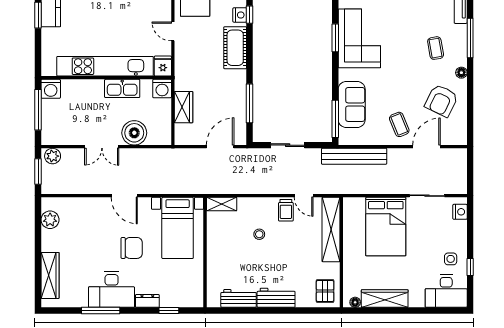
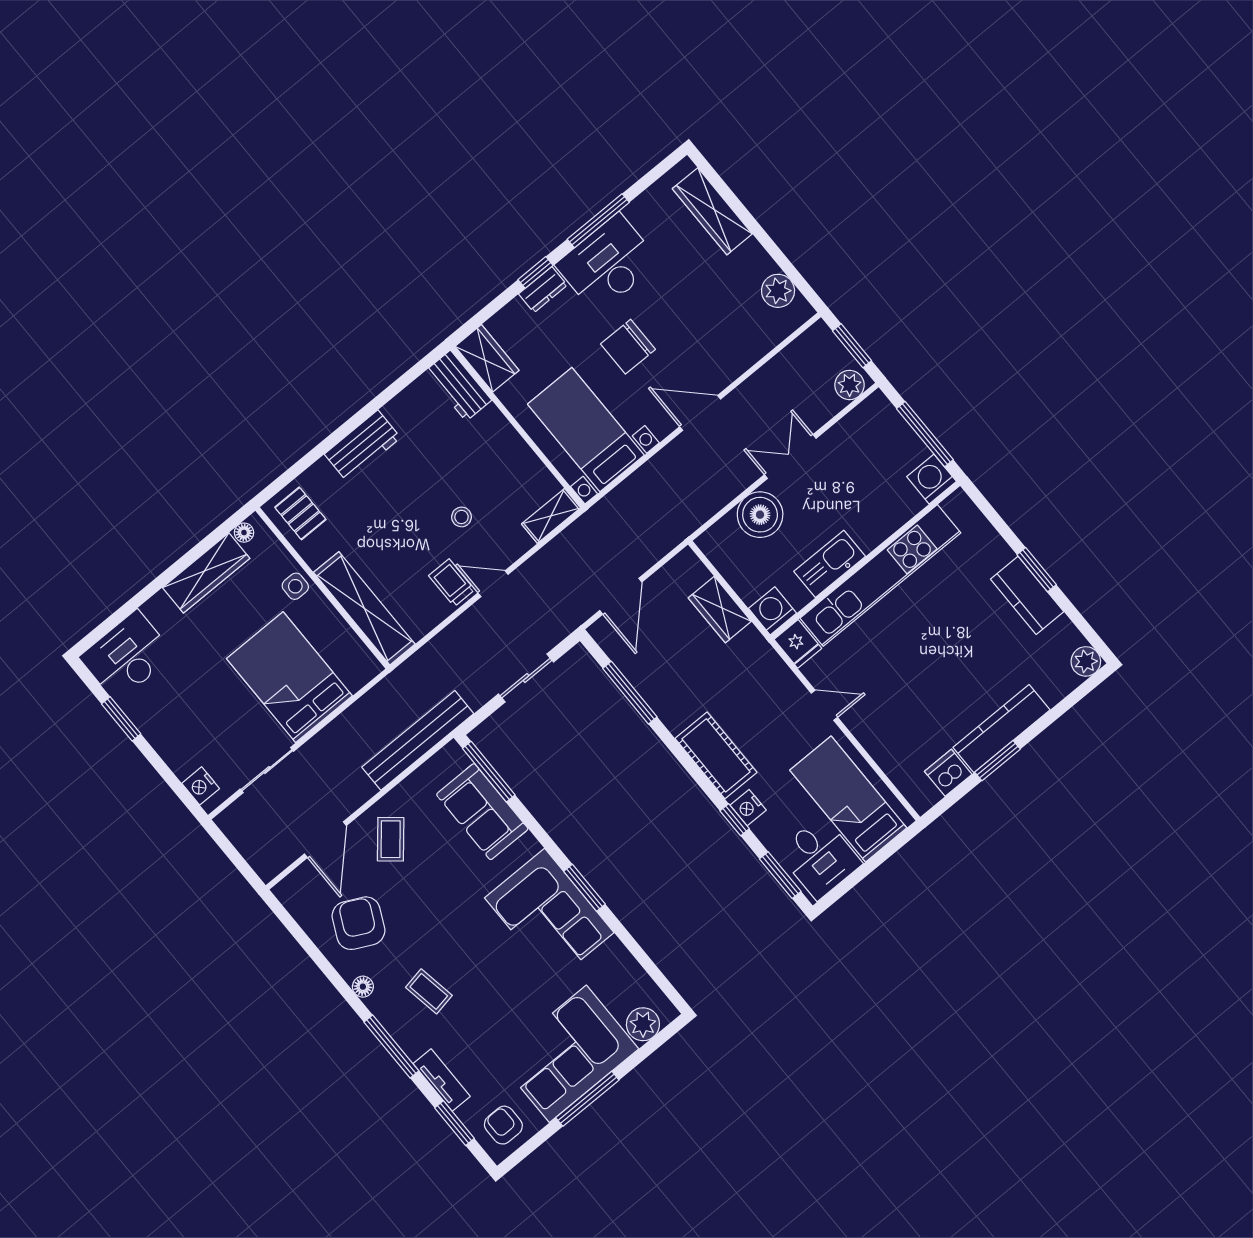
coffee table: (399, 124) -> (391, 839), turned 62
door: (304, 196) -> (493, 584), moved
side table: (451, 259) -> (295, 586), moved
window: (470, 267) -> (121, 719), width x1.50
wardrobe: (194, 291) -> (487, 358), added
workbench: (239, 298) -> (458, 386), moved, turned 90
window: (169, 311) -> (536, 272), moved

